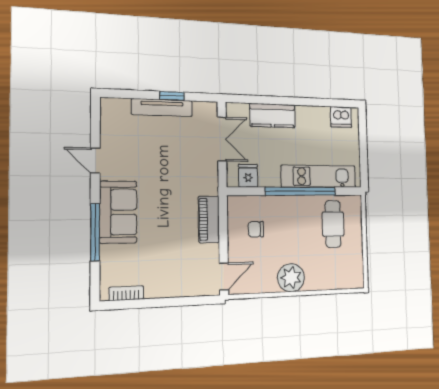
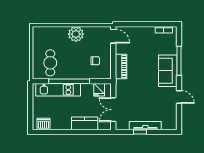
door: (224, 276) -> (113, 36), swing flipped

